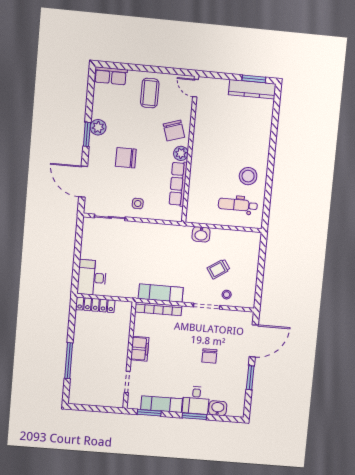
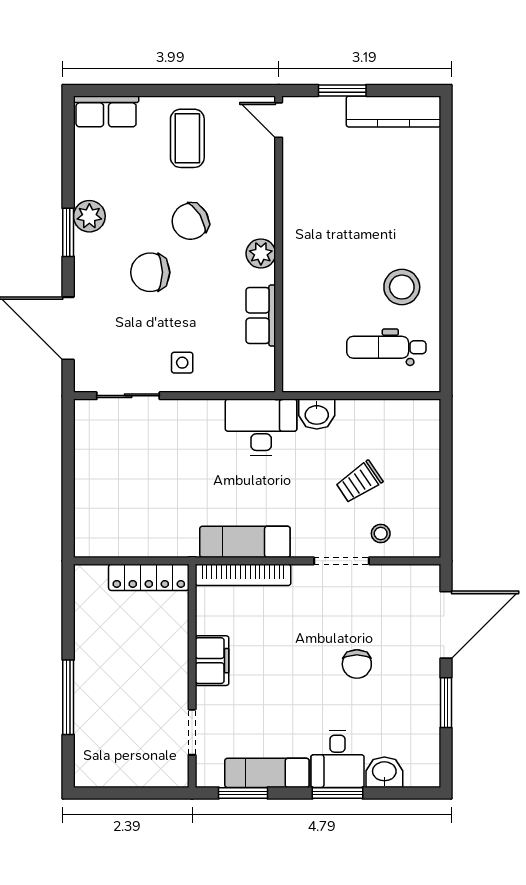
window: (254, 79) -> (342, 90), moved
chair: (174, 131) -> (190, 221), moved, turned 77
row of seats: (178, 184) -> (261, 316), width x0.68
desk: (92, 278) -> (261, 427), moved, turned 90
locker: (95, 305) -> (149, 577), moved

